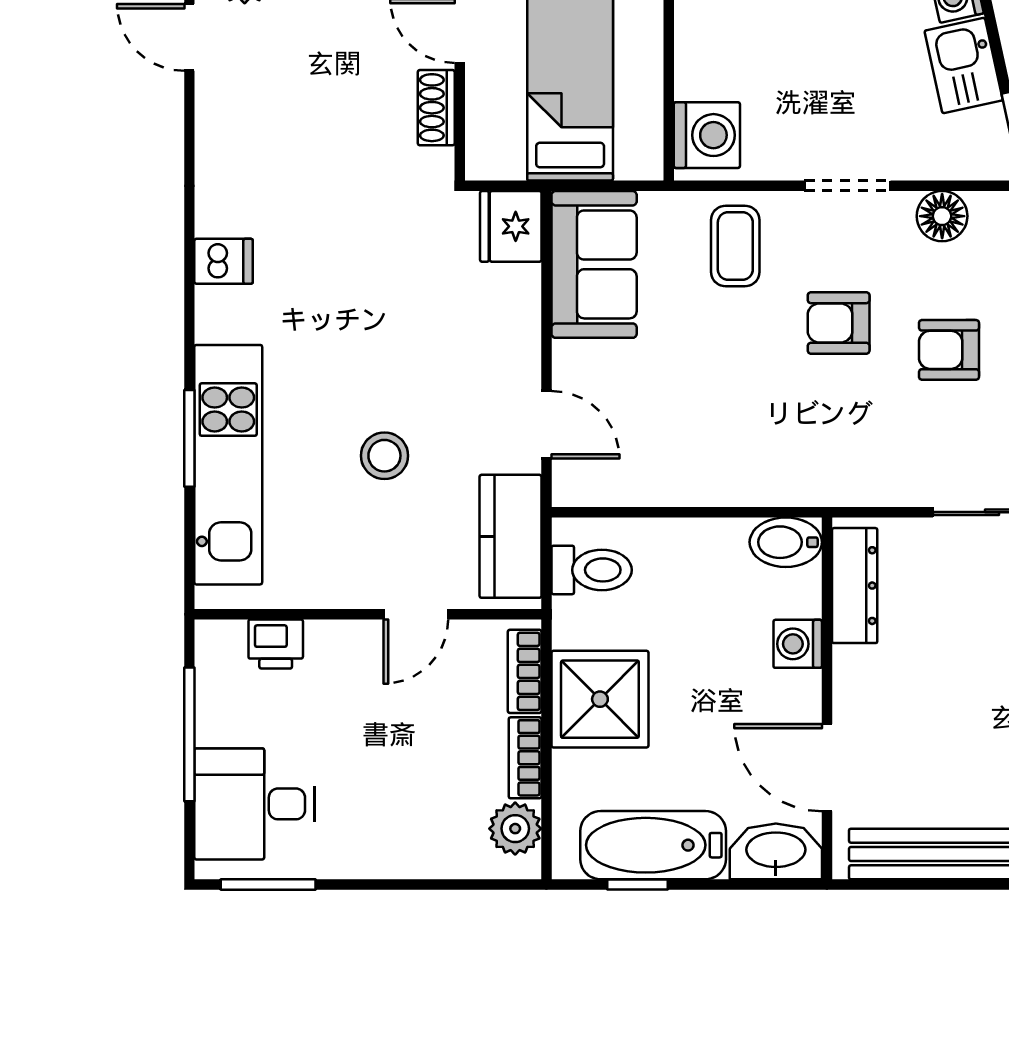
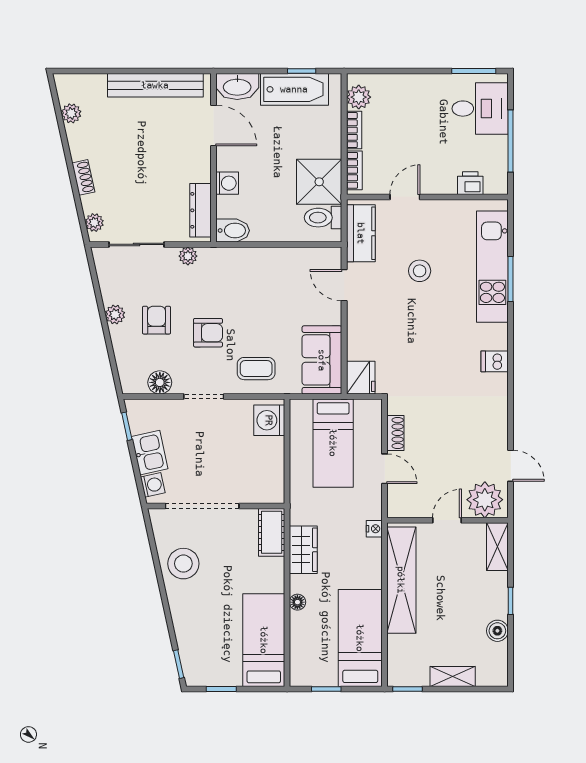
coffee table: (735, 246) -> (256, 369), turned 90
armchair: (949, 350) -> (157, 320), turned -90
plant: (882, 487) -> (188, 256), added
shower: (600, 699) -> (319, 182), moved

